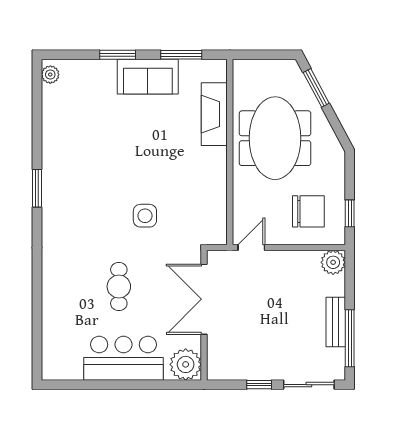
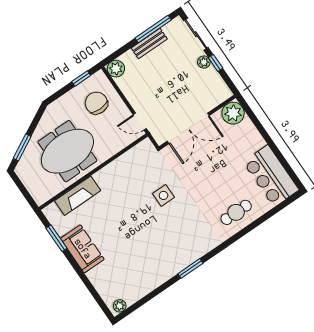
window: (118, 55) -> (82, 275), removed
cafe table: (119, 287) -> (236, 212), moved
bar counter: (124, 358) -> (271, 176), moved
plant: (270, 371) -> (204, 62), added

